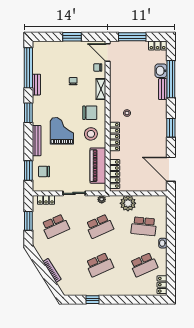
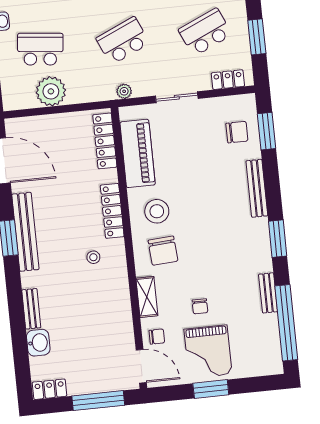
window: (171, 79) -> (18, 329), removed
chair: (90, 113) -> (163, 251), turned -94
bench: (162, 130) -> (25, 232), added
grand piano: (62, 131) -> (208, 352), moved
plant: (128, 203) -> (51, 91), moved

